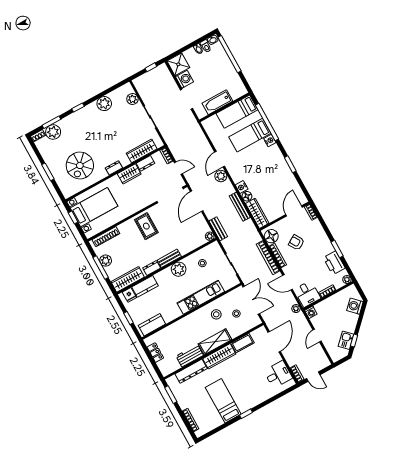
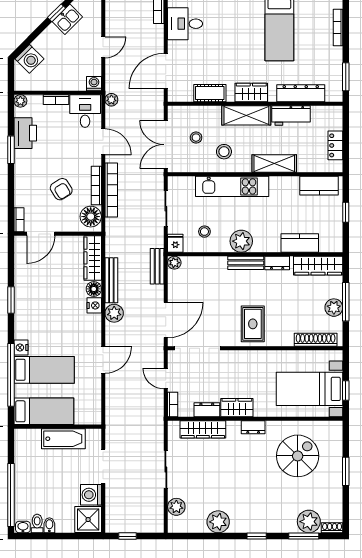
plant: (221, 176) -> (114, 313), moved
fridge: (129, 295) -> (175, 243), moved
shelving: (184, 323) -> (274, 163), added
wardrobe: (219, 356) -> (251, 92), width x0.67

